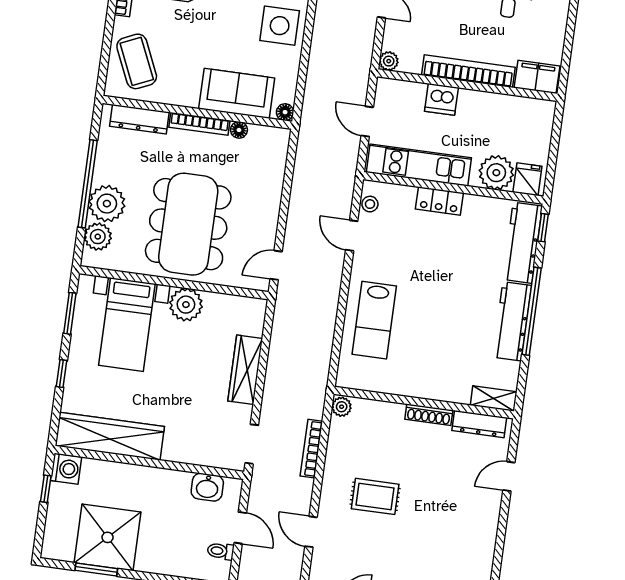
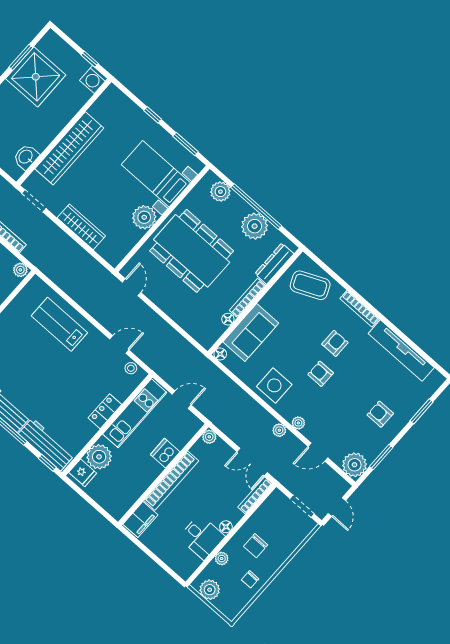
plant: (107, 204) -> (255, 226), moved
wardrobe: (110, 436) -> (69, 148), moved

